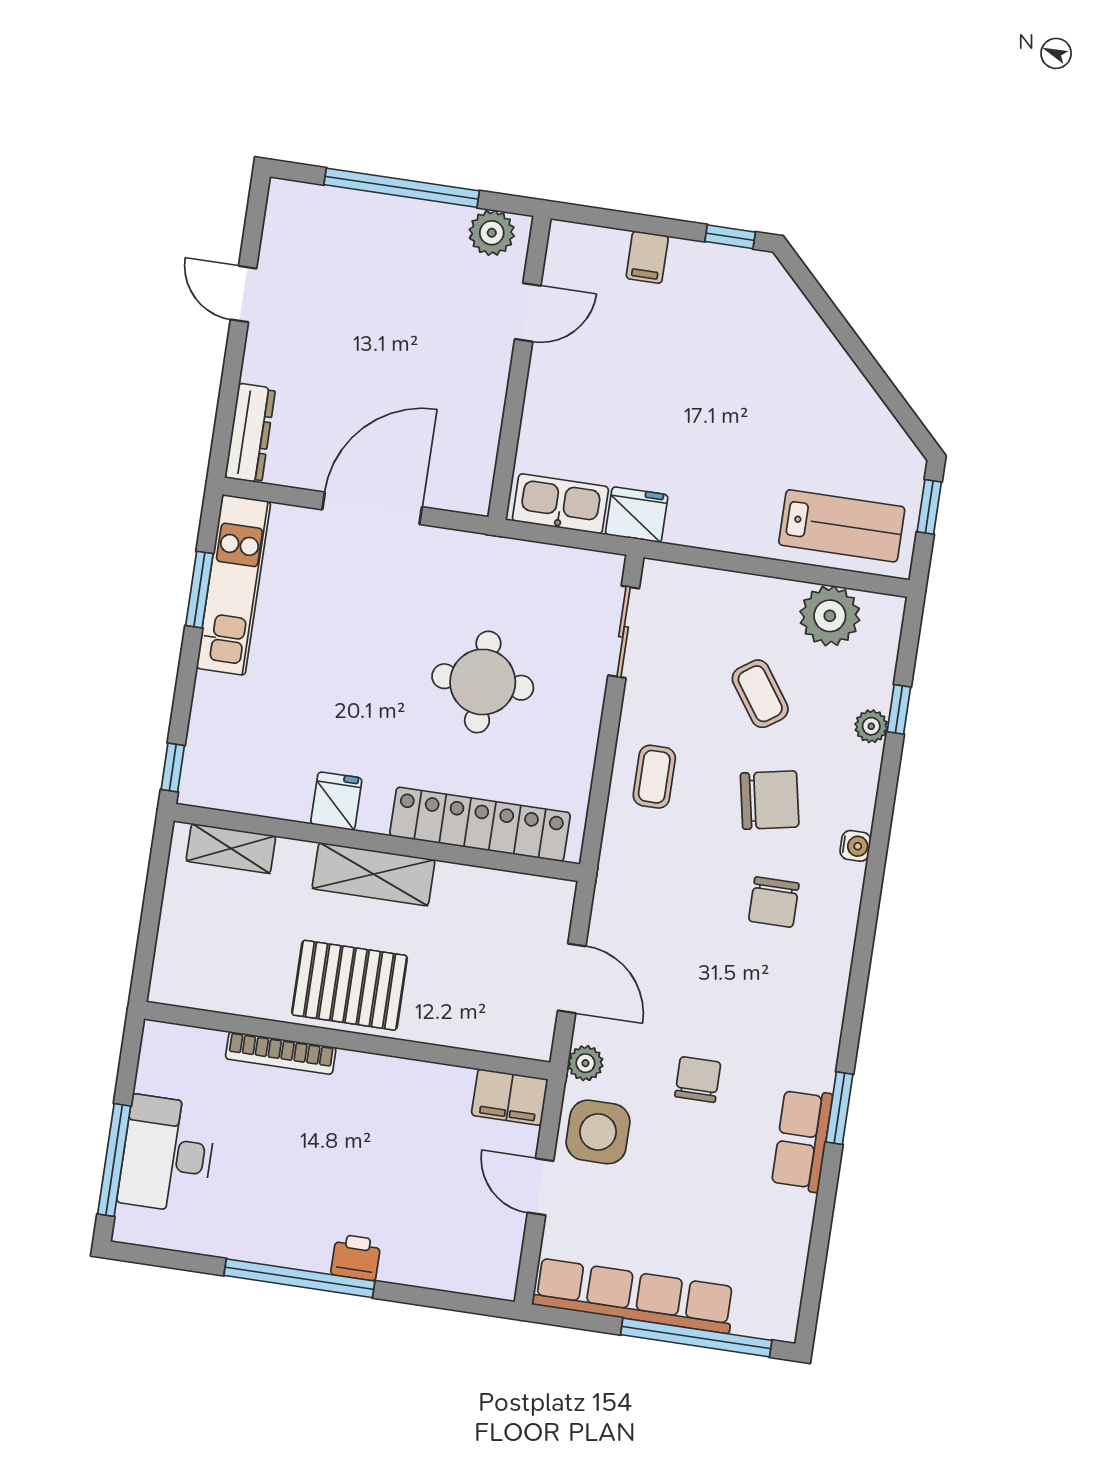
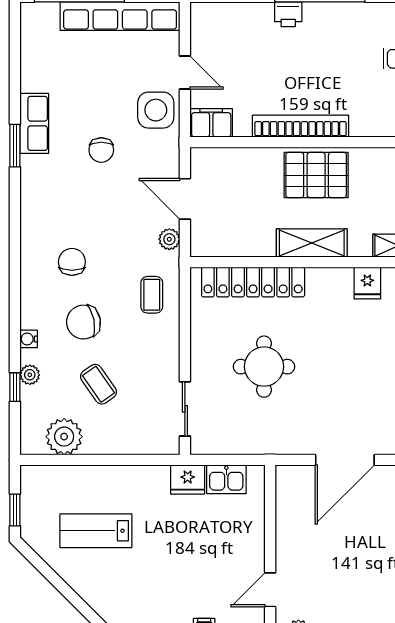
kitchen sink: (560, 504) -> (226, 479), width x0.73
lab bench: (842, 526) -> (96, 531), moved
coffee table: (654, 777) -> (152, 295), moved
fridge: (336, 801) -> (367, 283), moved
water cooler: (855, 846) -> (29, 339), moved
bookcase: (281, 1053) -> (301, 126), moved, width x1.48, depth x1.31
plant: (585, 1063) -> (169, 239), moved

